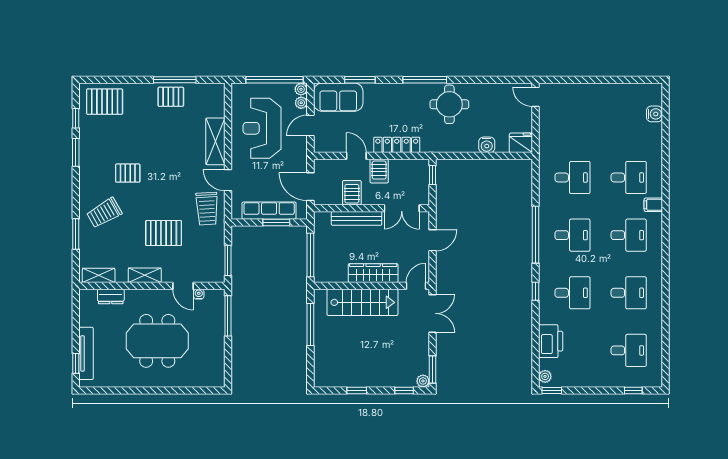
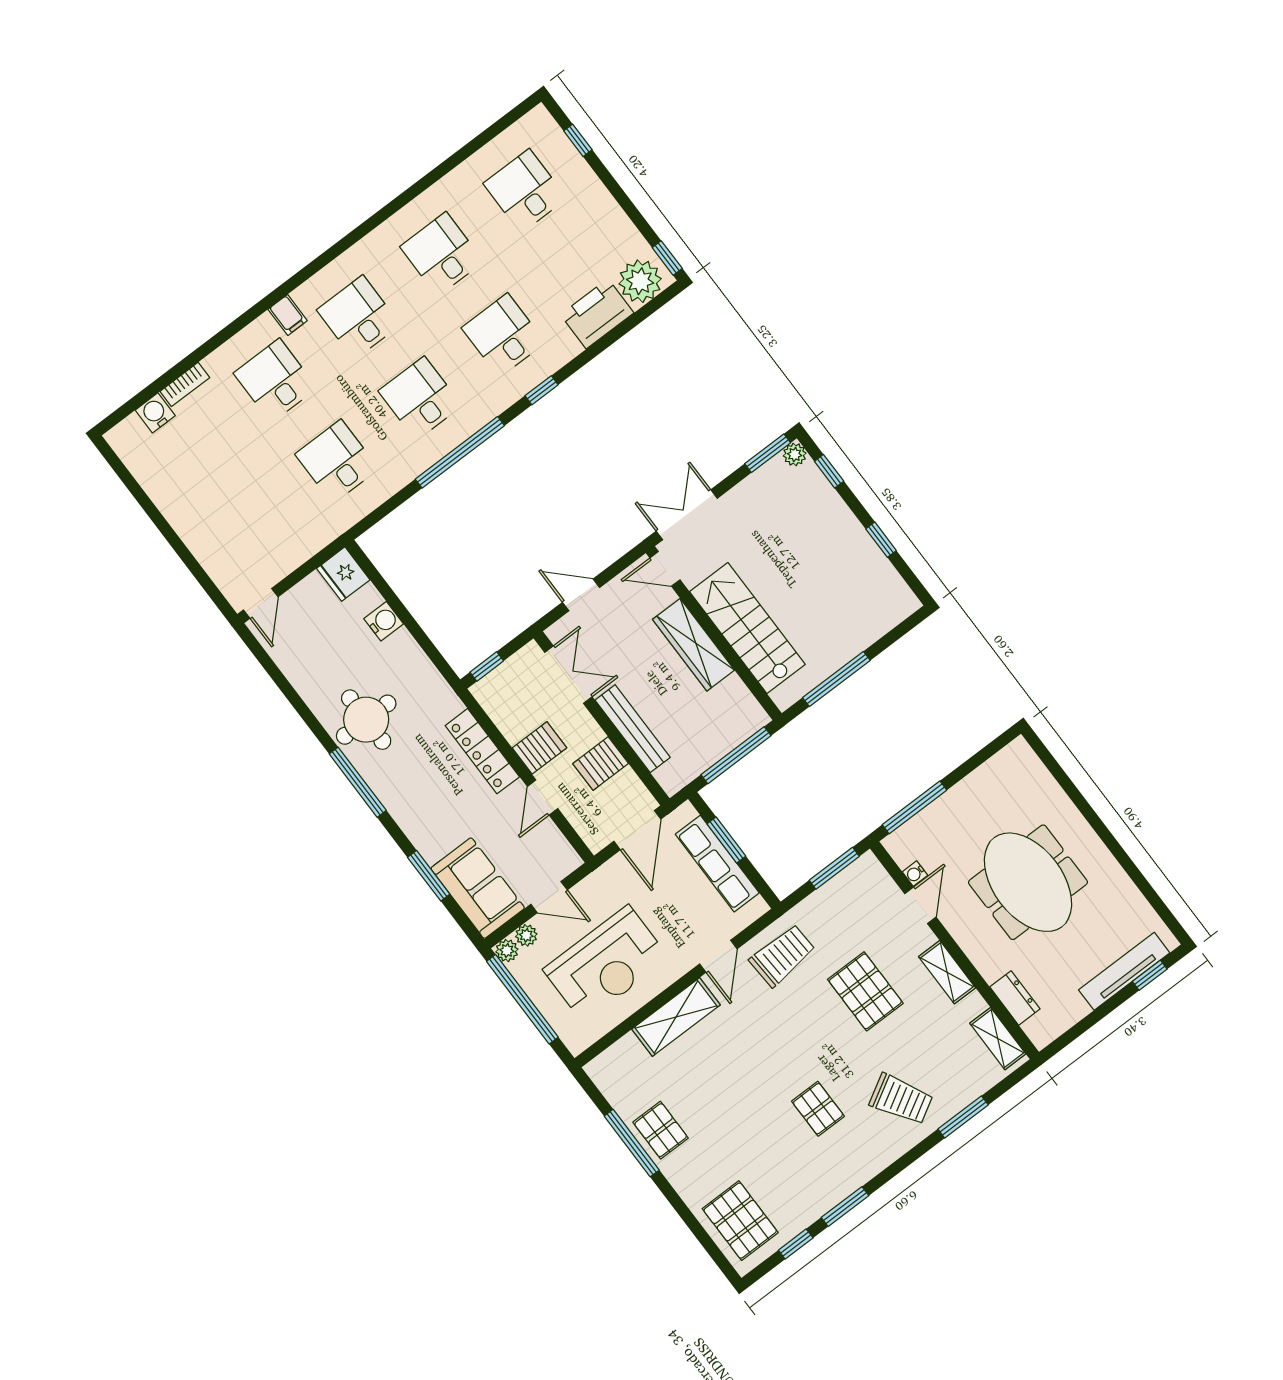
bookcase: (657, 136) -> (185, 384), added
plant: (545, 376) -> (640, 281), width x1.87, depth x1.87

